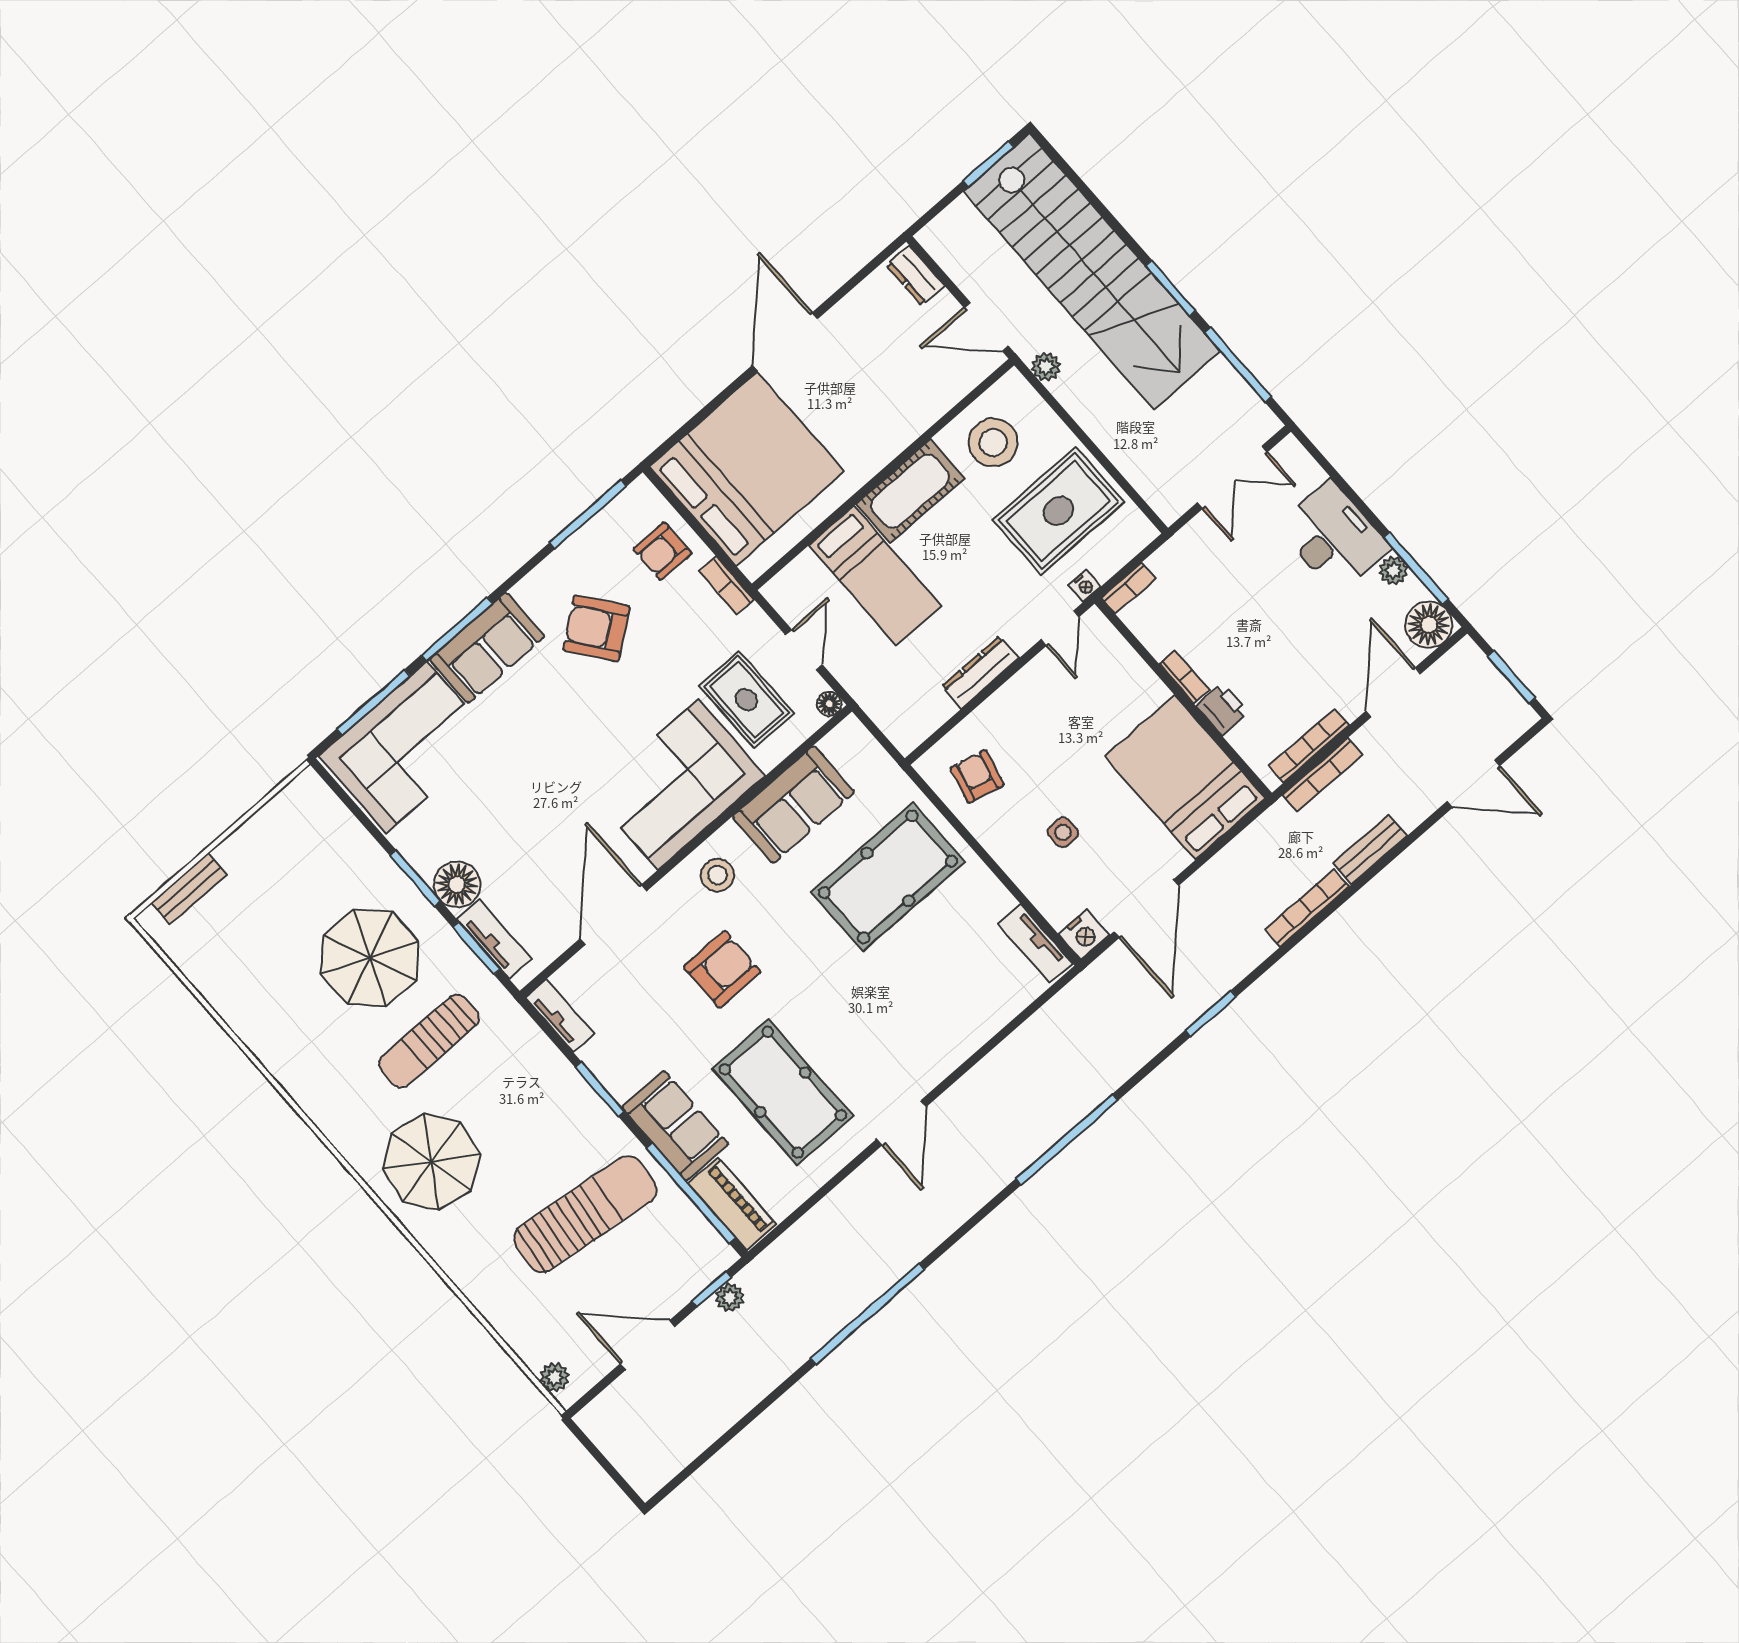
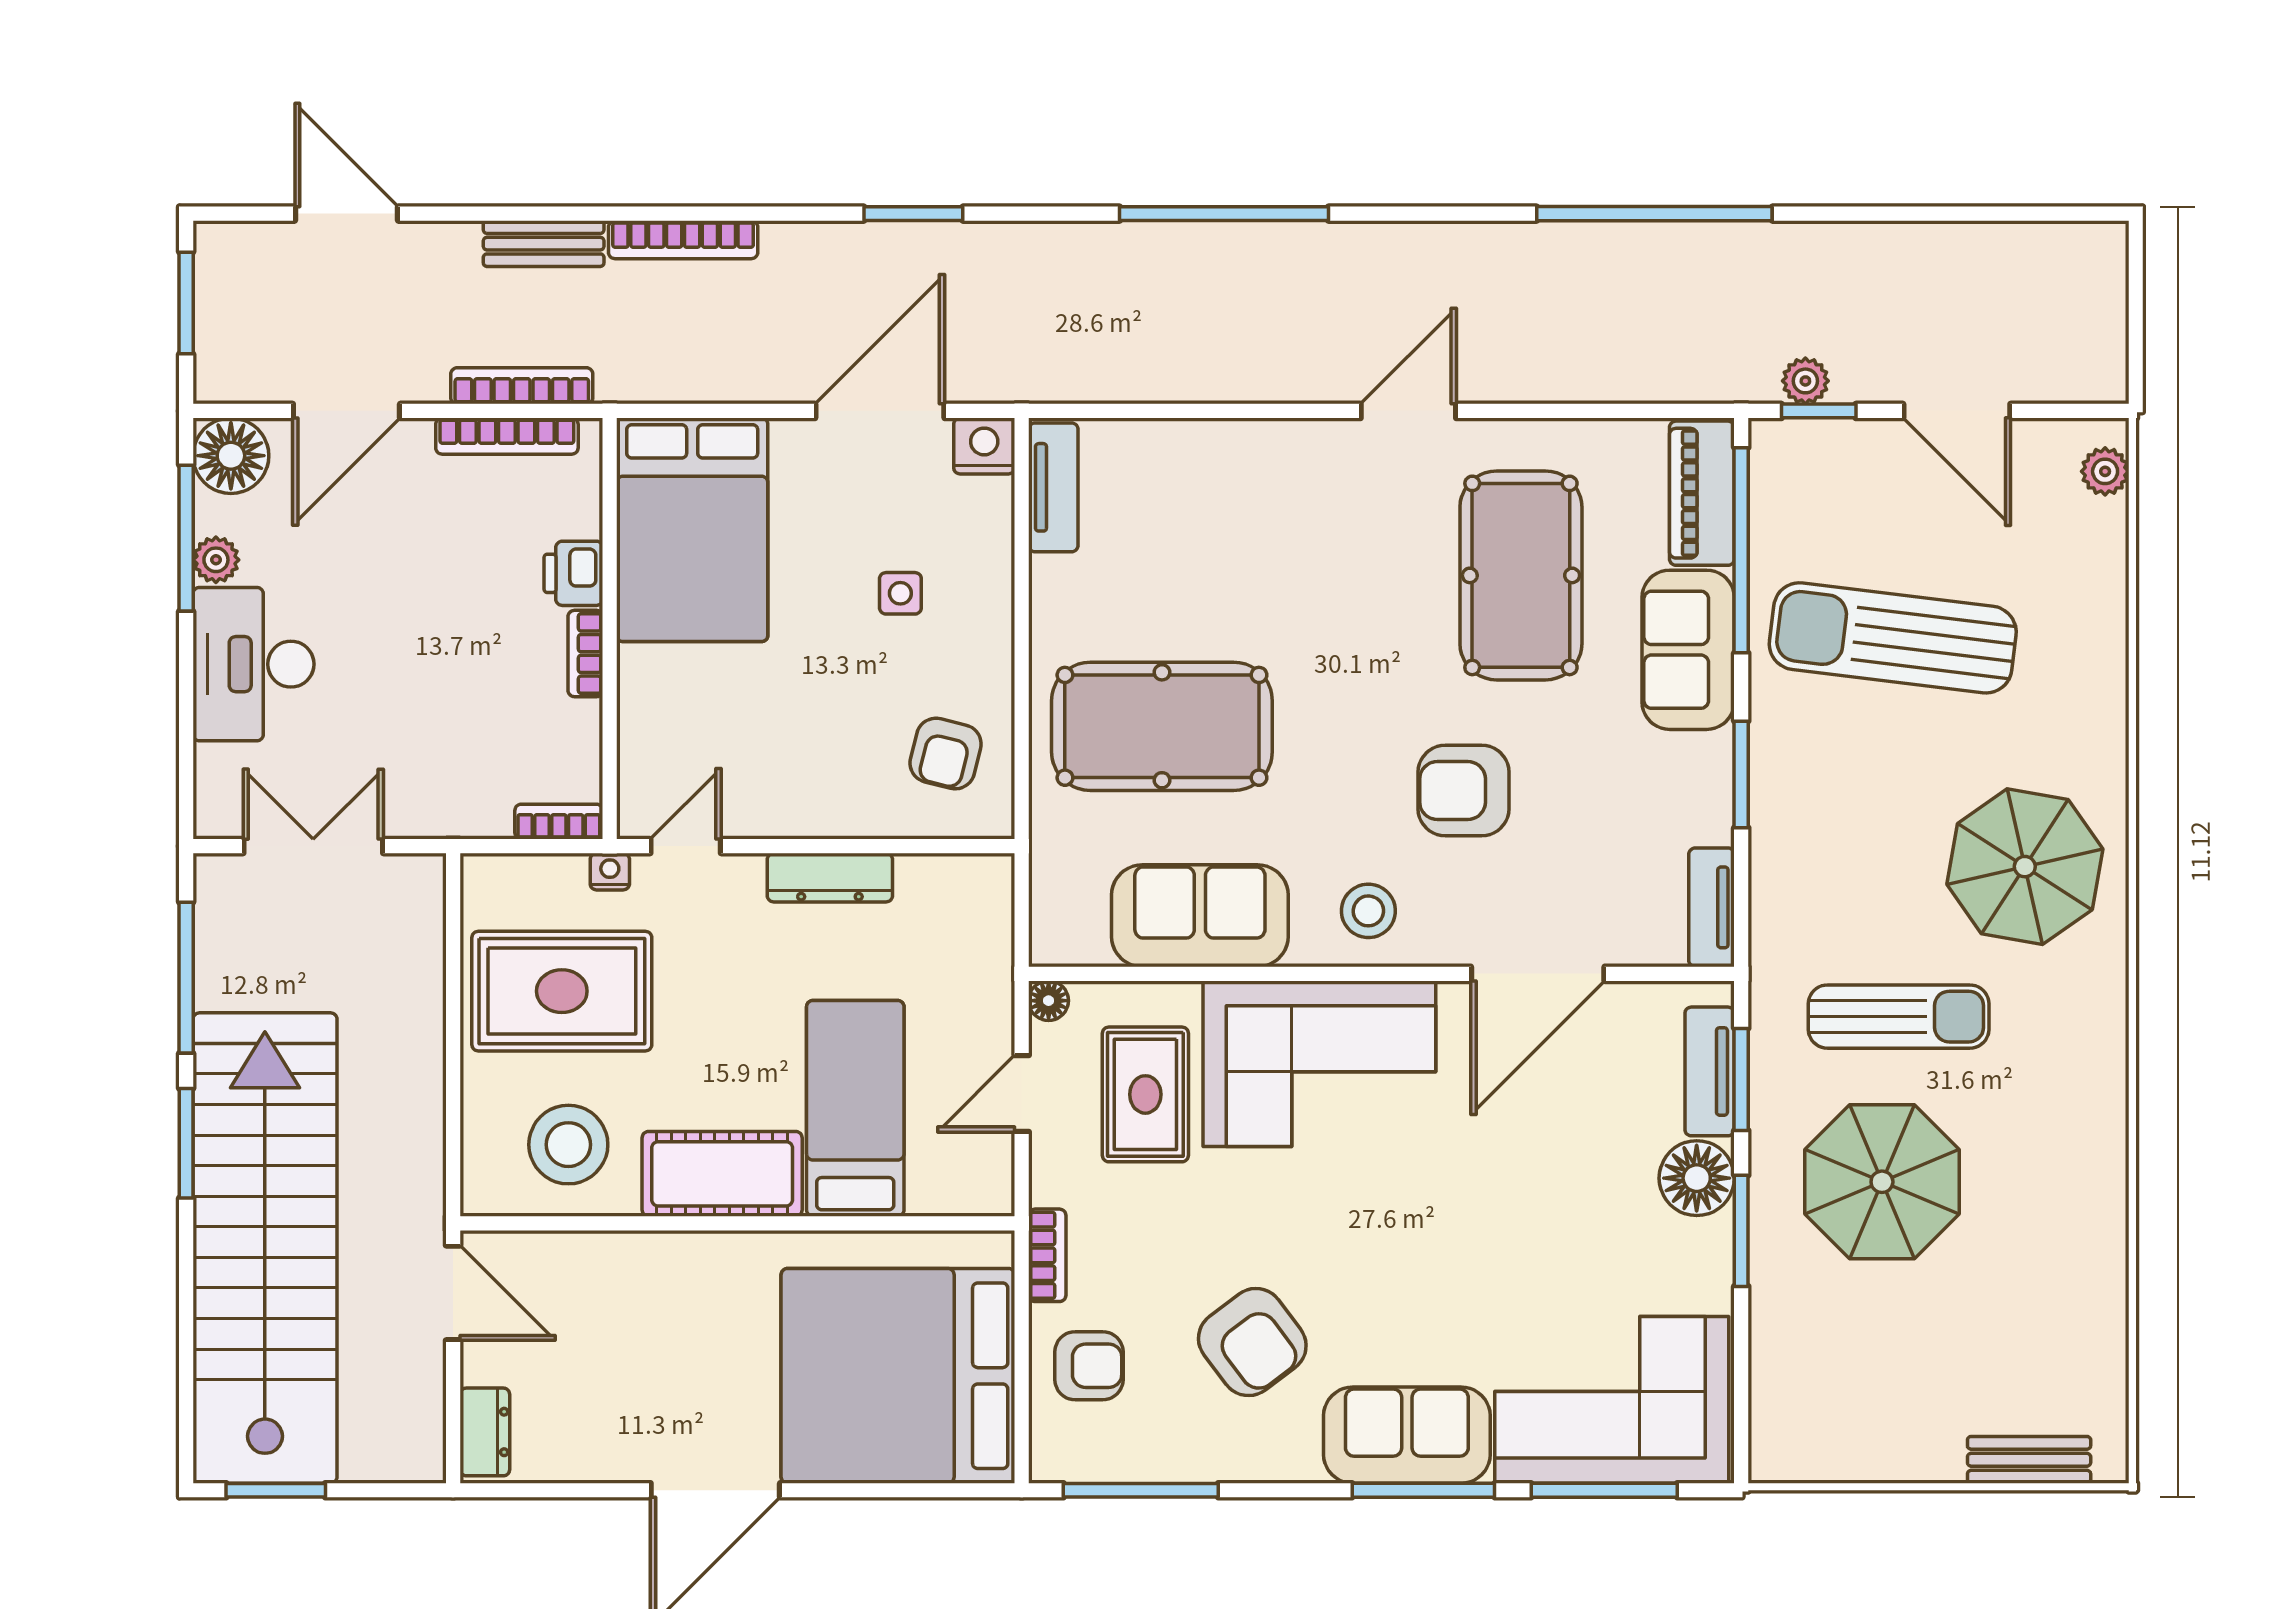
plant: (1046, 367) -> (423, 1181), removed

